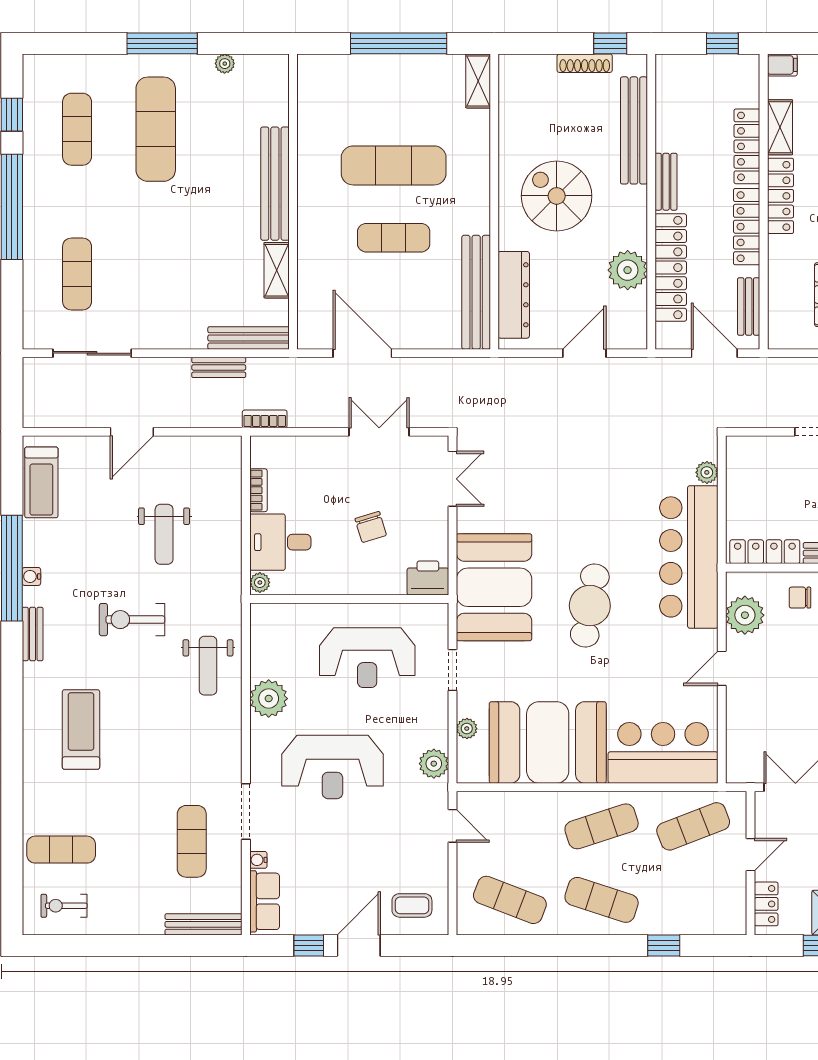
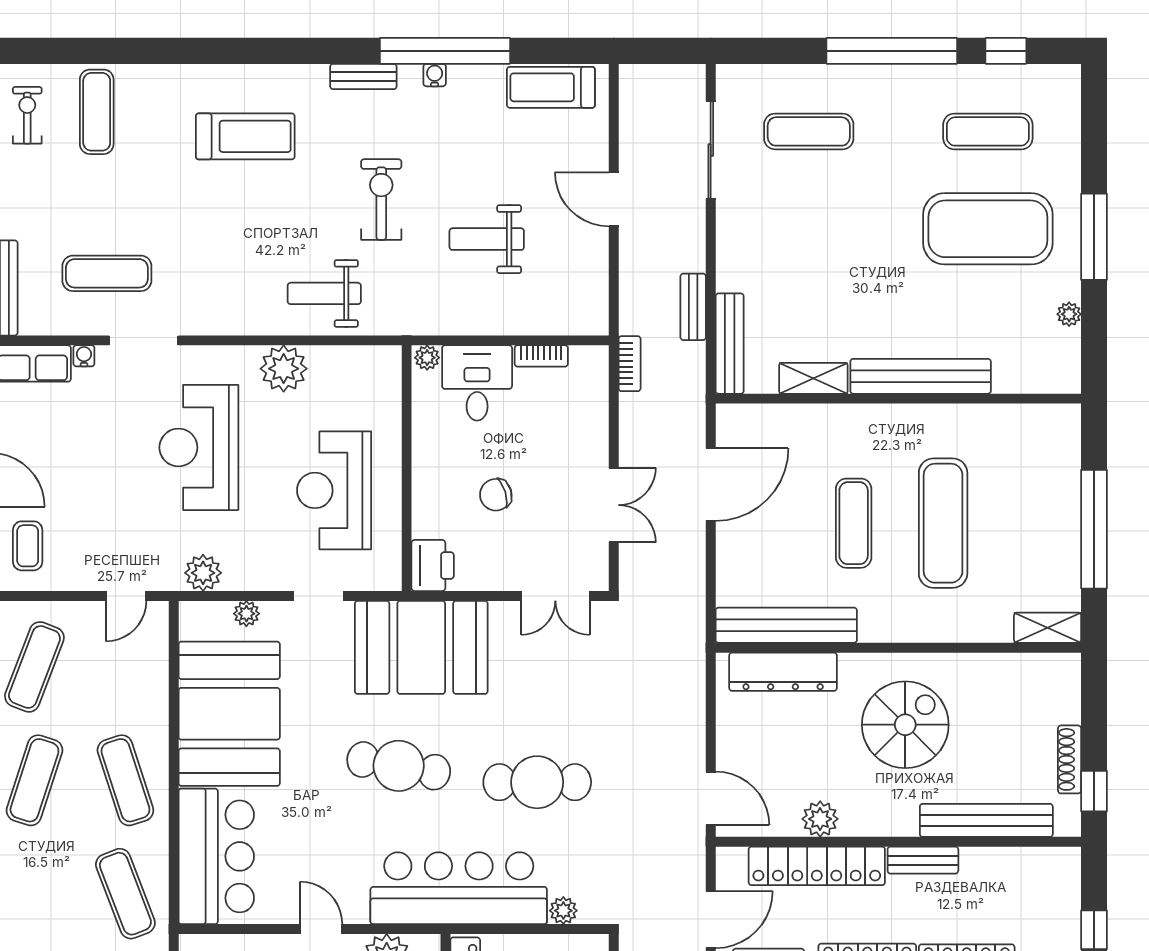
exercise mat: (156, 129) -> (988, 229), width x1.47
plant: (628, 270) -> (820, 819), width x0.73, depth x0.73
door: (584, 353) -> (711, 798), moved
cafe table: (603, 494) -> (537, 782), added

